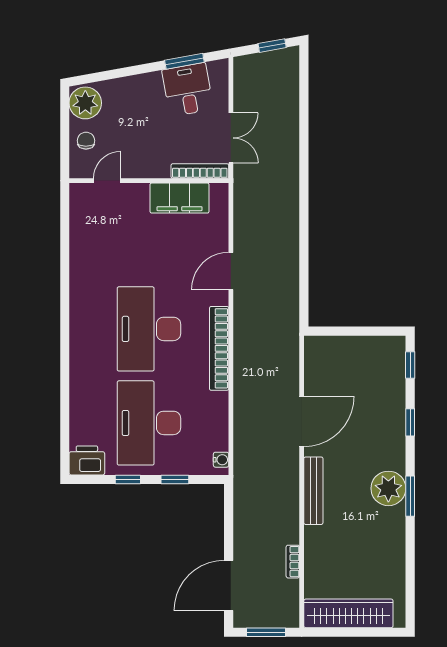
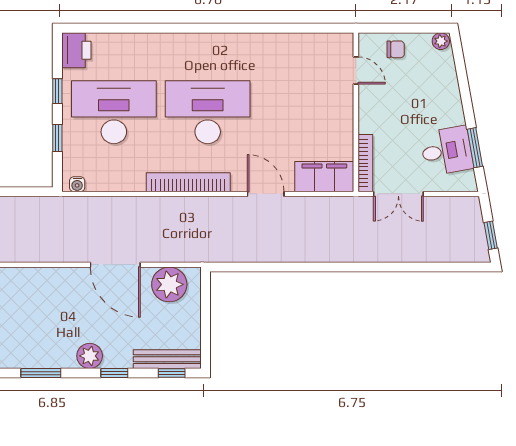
plant: (85, 103) -> (441, 41), width x0.53, depth x0.53
filing cabinet: (180, 198) -> (324, 177), moved, turned 90
plant: (321, 367) -> (169, 284), added
plant: (388, 488) -> (90, 356), moved, width x0.73, depth x0.73
bench: (313, 491) -> (167, 359), moved

